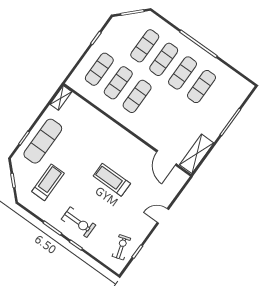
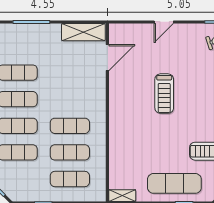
door: (163, 216) -> (164, 22), hinge flipped

